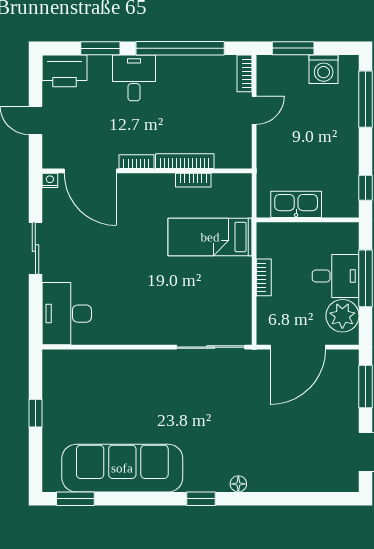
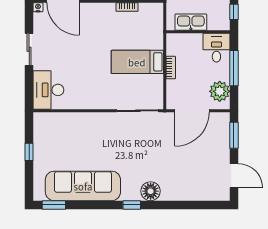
bed: (210, 237) -> (137, 62), moved
desk: (336, 276) -> (216, 48), moved, turned -90
floor lamp: (238, 484) -> (151, 191), width x1.89, depth x1.89

